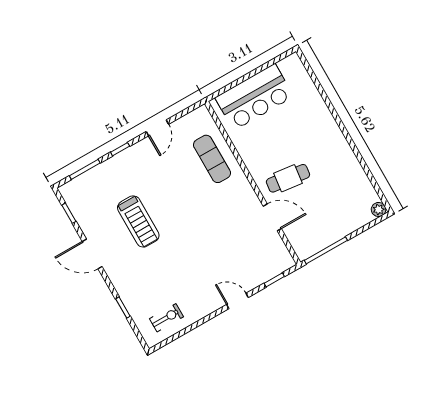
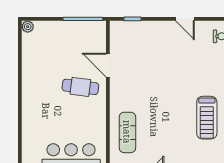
treadmill: (138, 221) -> (207, 118), turned 180
door: (238, 301) -> (185, 19), moved

